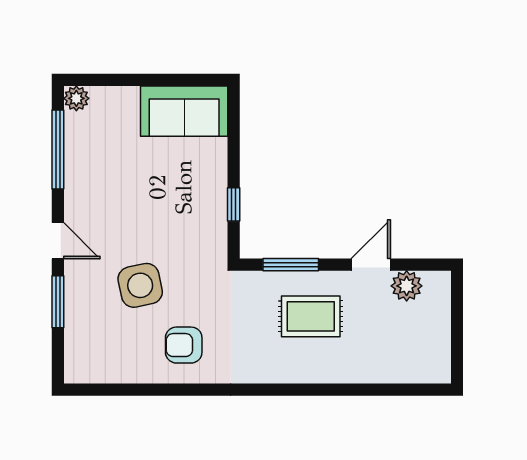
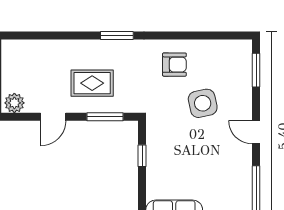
plant: (407, 286) -> (14, 103), moved
window: (58, 302) -> (256, 70), moved
window: (273, 390) -> (117, 36), added

